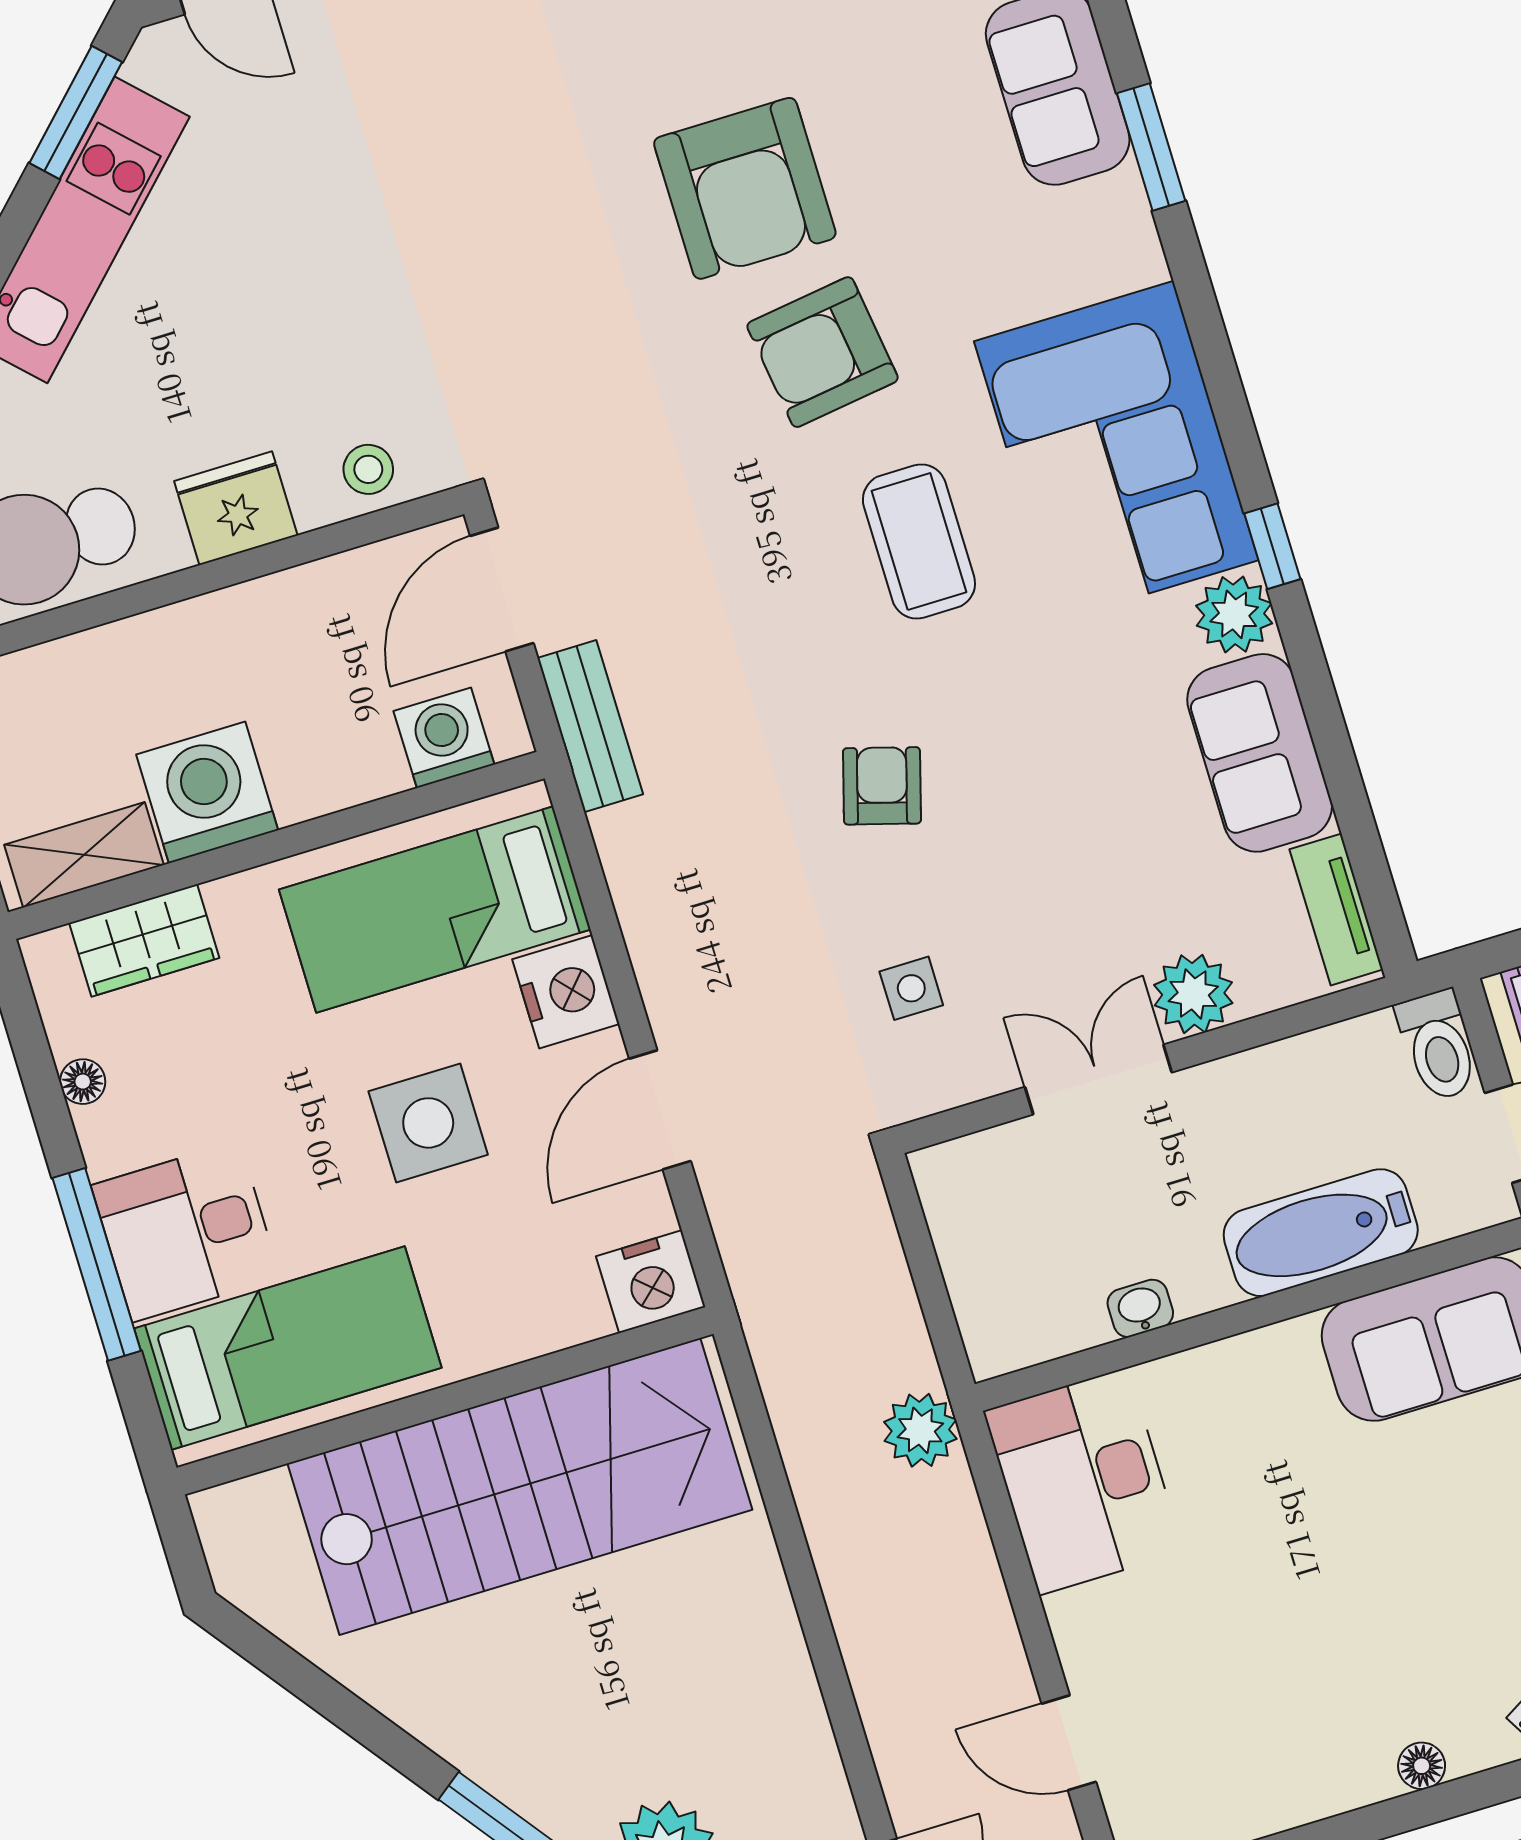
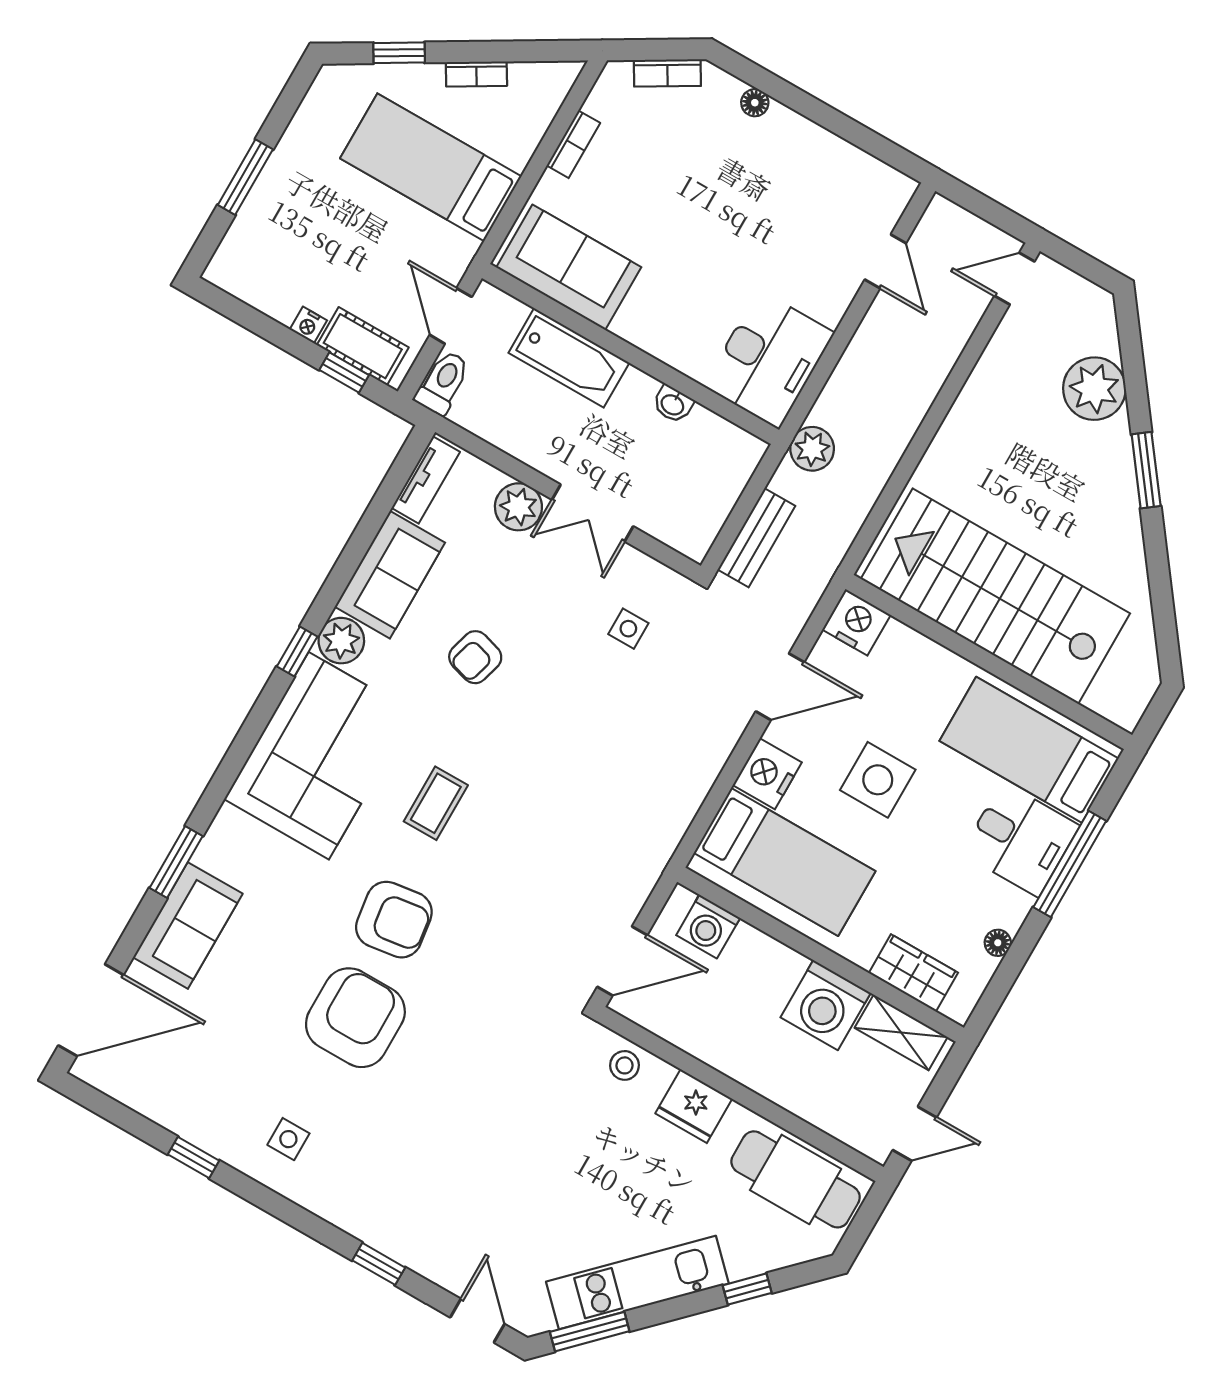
coffee table: (919, 541) -> (436, 803), width x0.73, depth x0.77
bench: (590, 726) -> (756, 538), moved
armchair: (882, 786) -> (475, 657), moved

